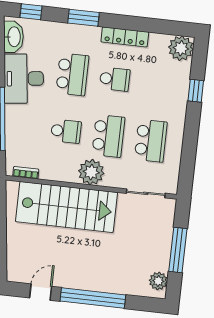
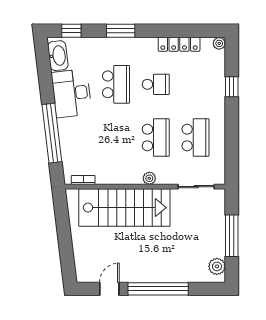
locker: (125, 37) -> (179, 44), moved
plant: (181, 48) -> (219, 43), width x0.53, depth x0.53
school desk: (66, 131) -> (116, 137), removed
plant: (91, 172) -> (149, 178), width x0.53, depth x0.53

